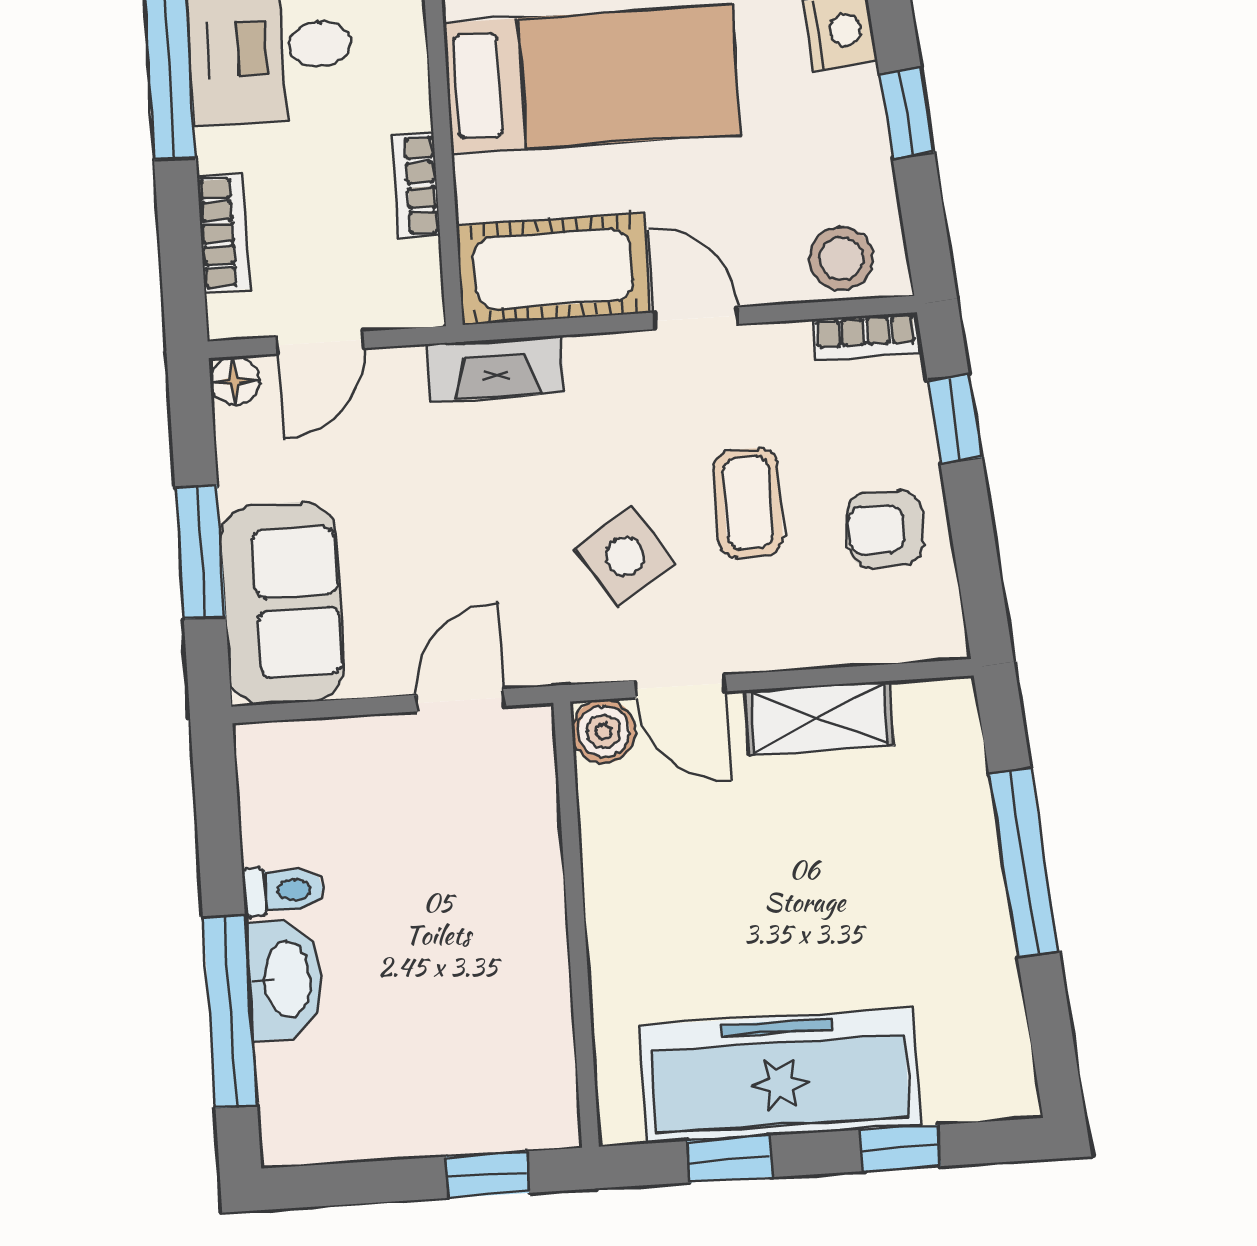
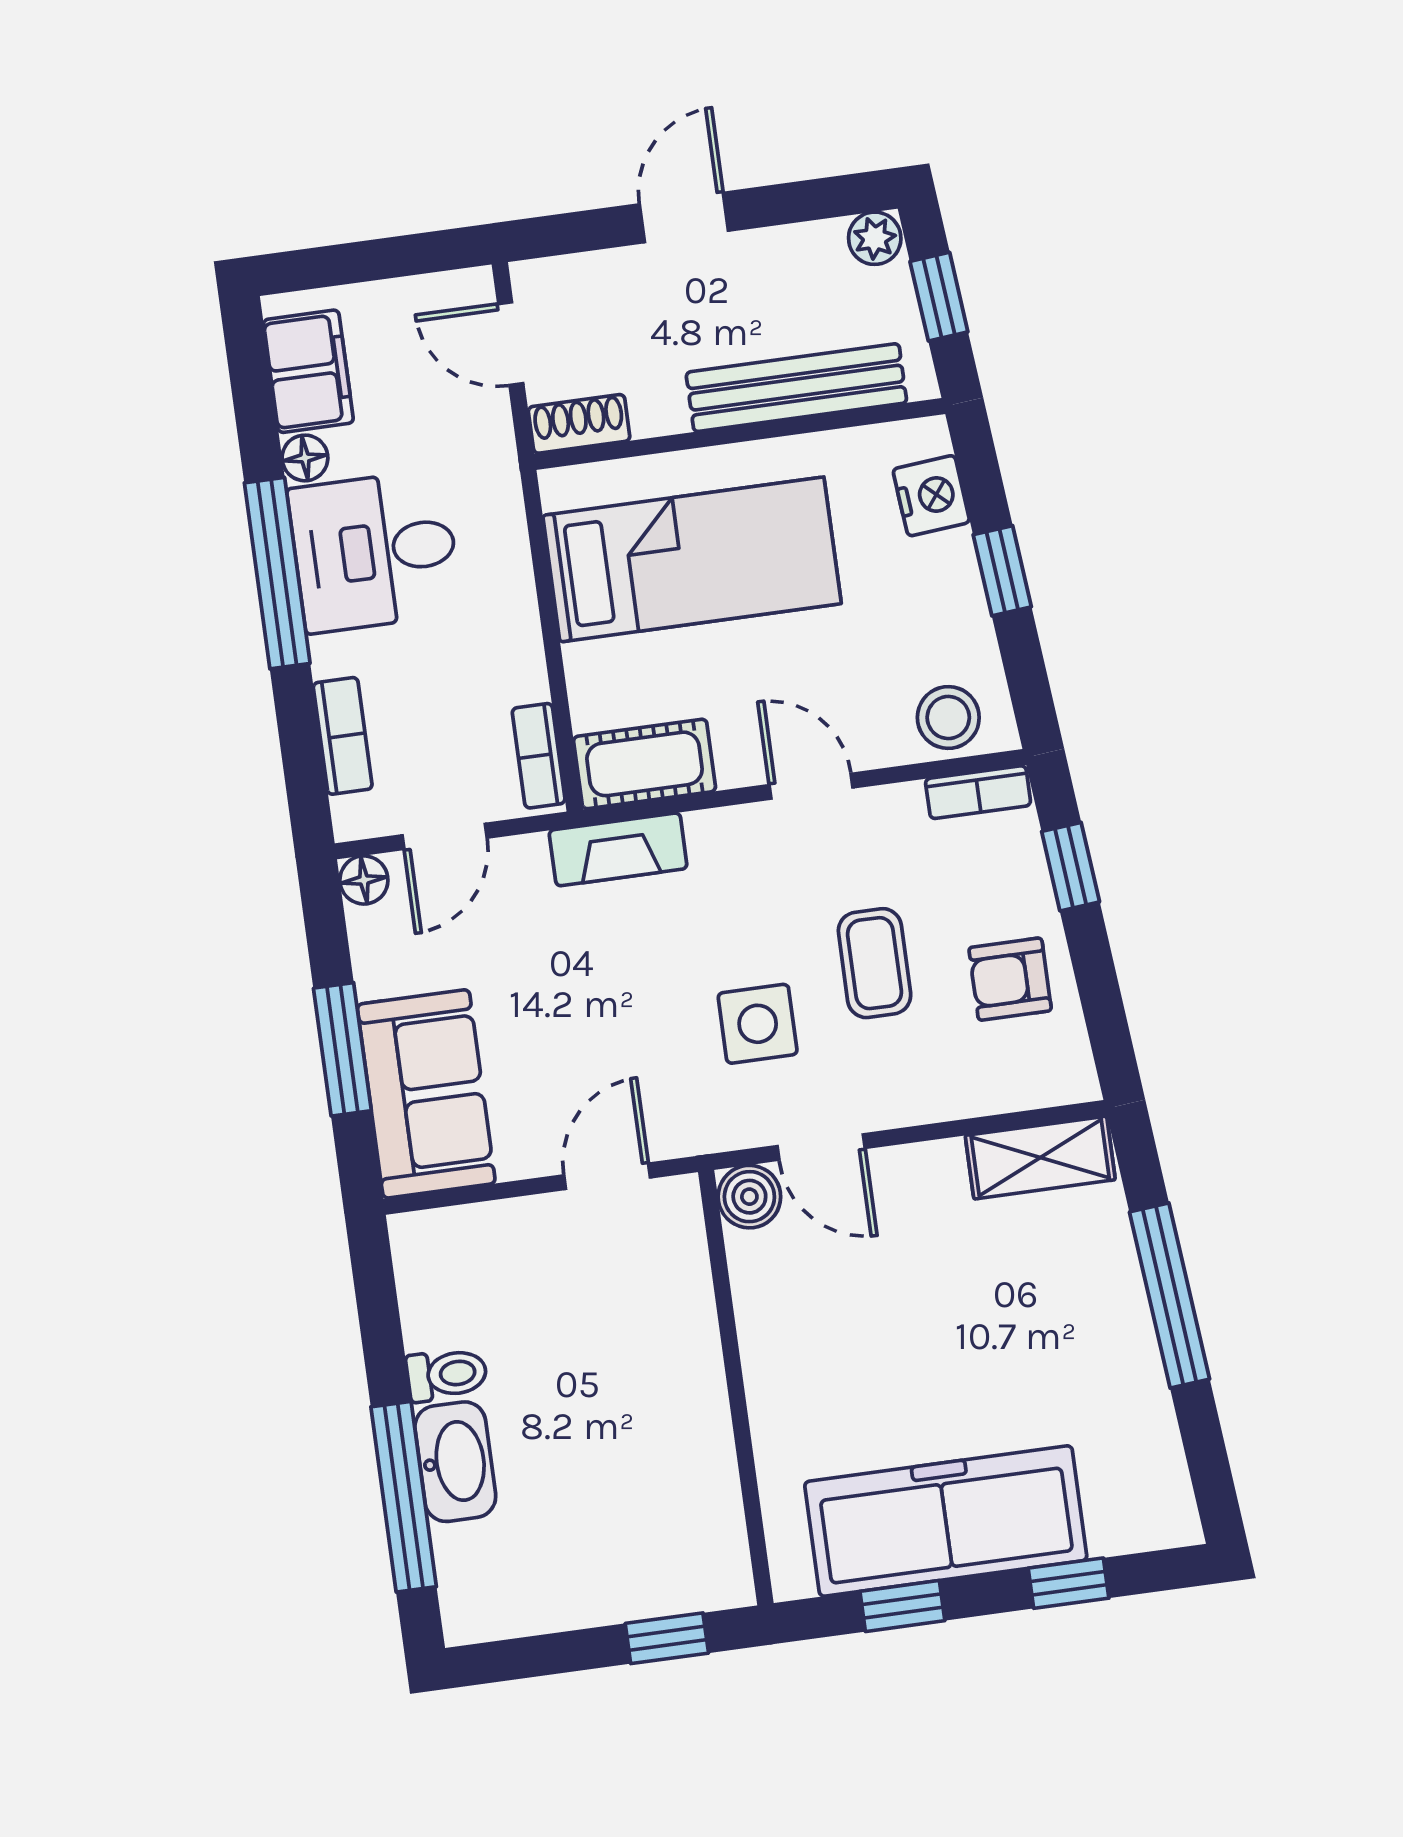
bookcase: (416, 185) -> (539, 756), moved
cot: (553, 269) -> (645, 764), width x0.73, depth x0.75
side table: (625, 556) -> (758, 1024), turned 33
shelving: (819, 718) -> (1040, 1158), moved

